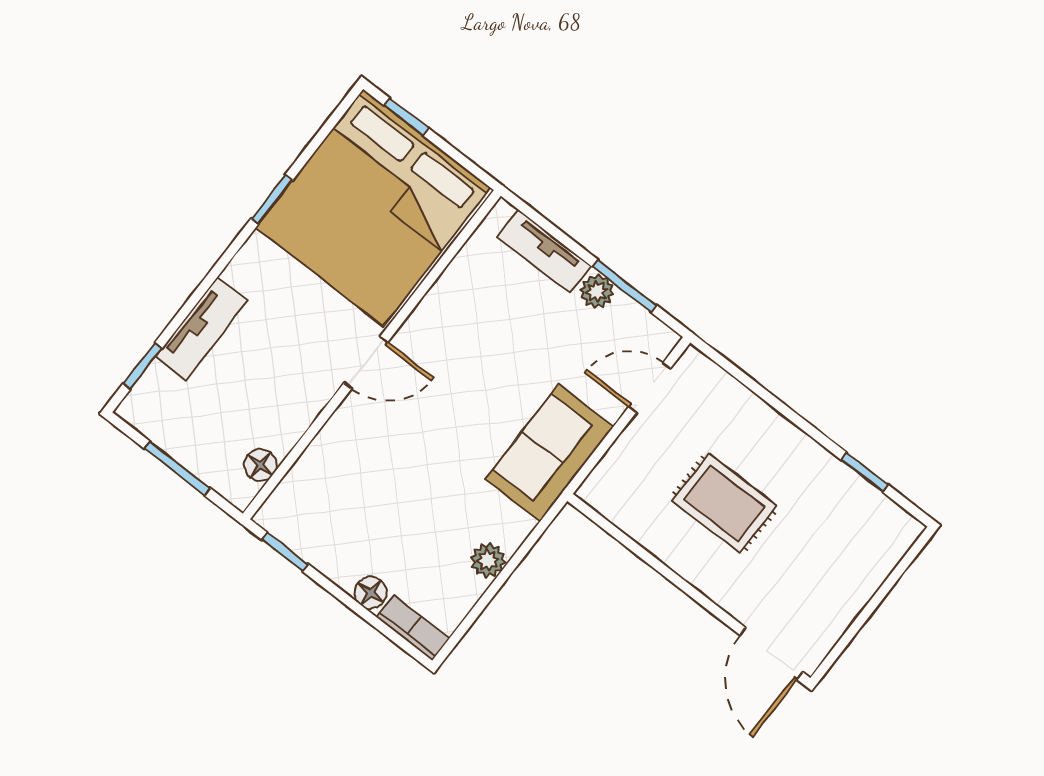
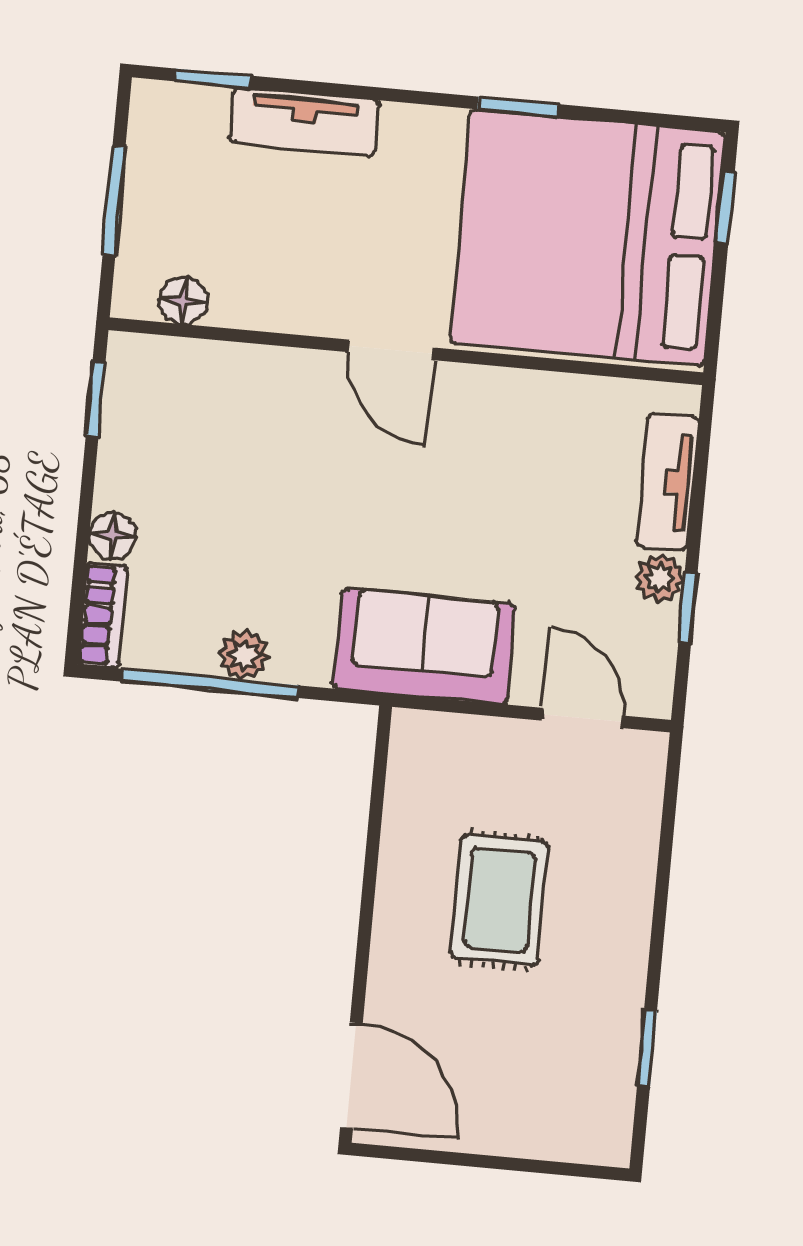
window: (625, 286) -> (688, 608), width x0.67
window: (492, 591) -> (210, 683), added
door: (771, 654) -> (351, 1076), swing flipped

